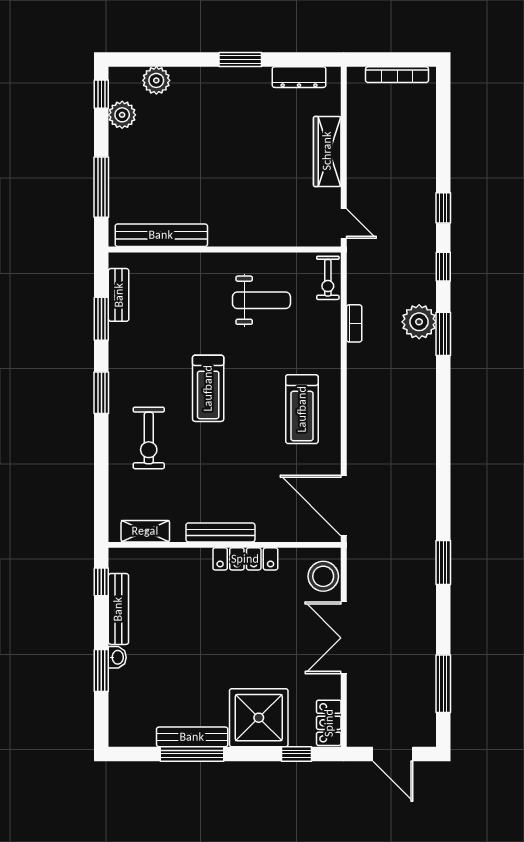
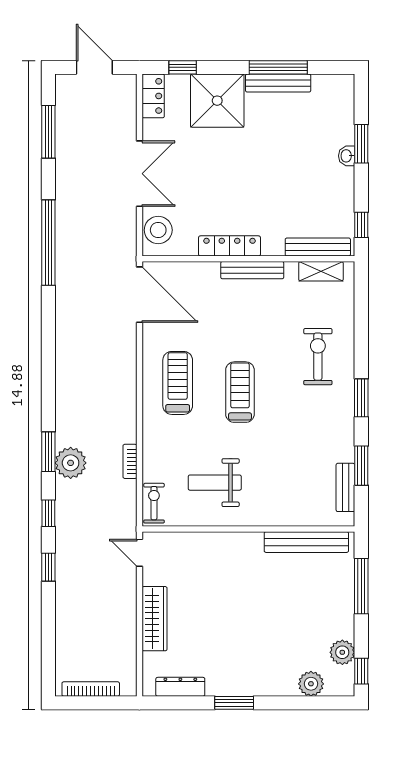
treadmill: (208, 388) -> (240, 392), moved
window: (443, 562) -> (48, 243), width x2.11
bench: (118, 609) -> (318, 247), moved, turned 90

